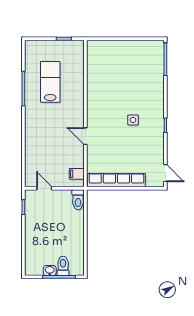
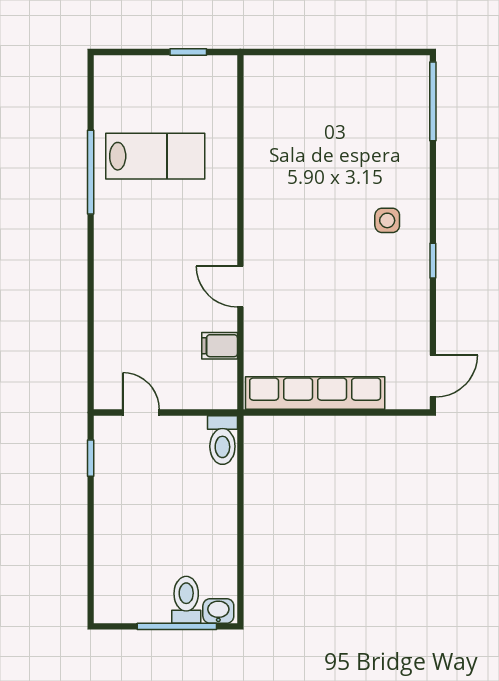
lab bench: (50, 82) -> (155, 156), turned 90
side table: (133, 120) -> (387, 220), moved
door: (165, 173) -> (433, 376), hinge flipped
filing cabinet: (77, 174) -> (220, 346), moved
washbasin: (50, 271) -> (218, 611), moved

